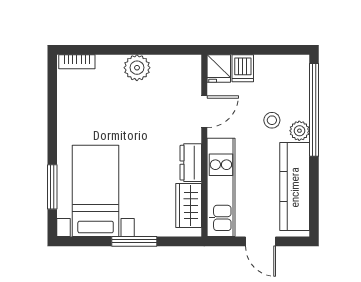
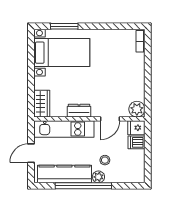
plant: (137, 68) -> (137, 109), moved
window: (314, 110) -> (83, 186), moved
door: (204, 112) -> (110, 119), hinge flipped
wardrobe: (189, 206) -> (42, 104), moved, turned 90
window: (134, 241) -> (31, 76), removed

